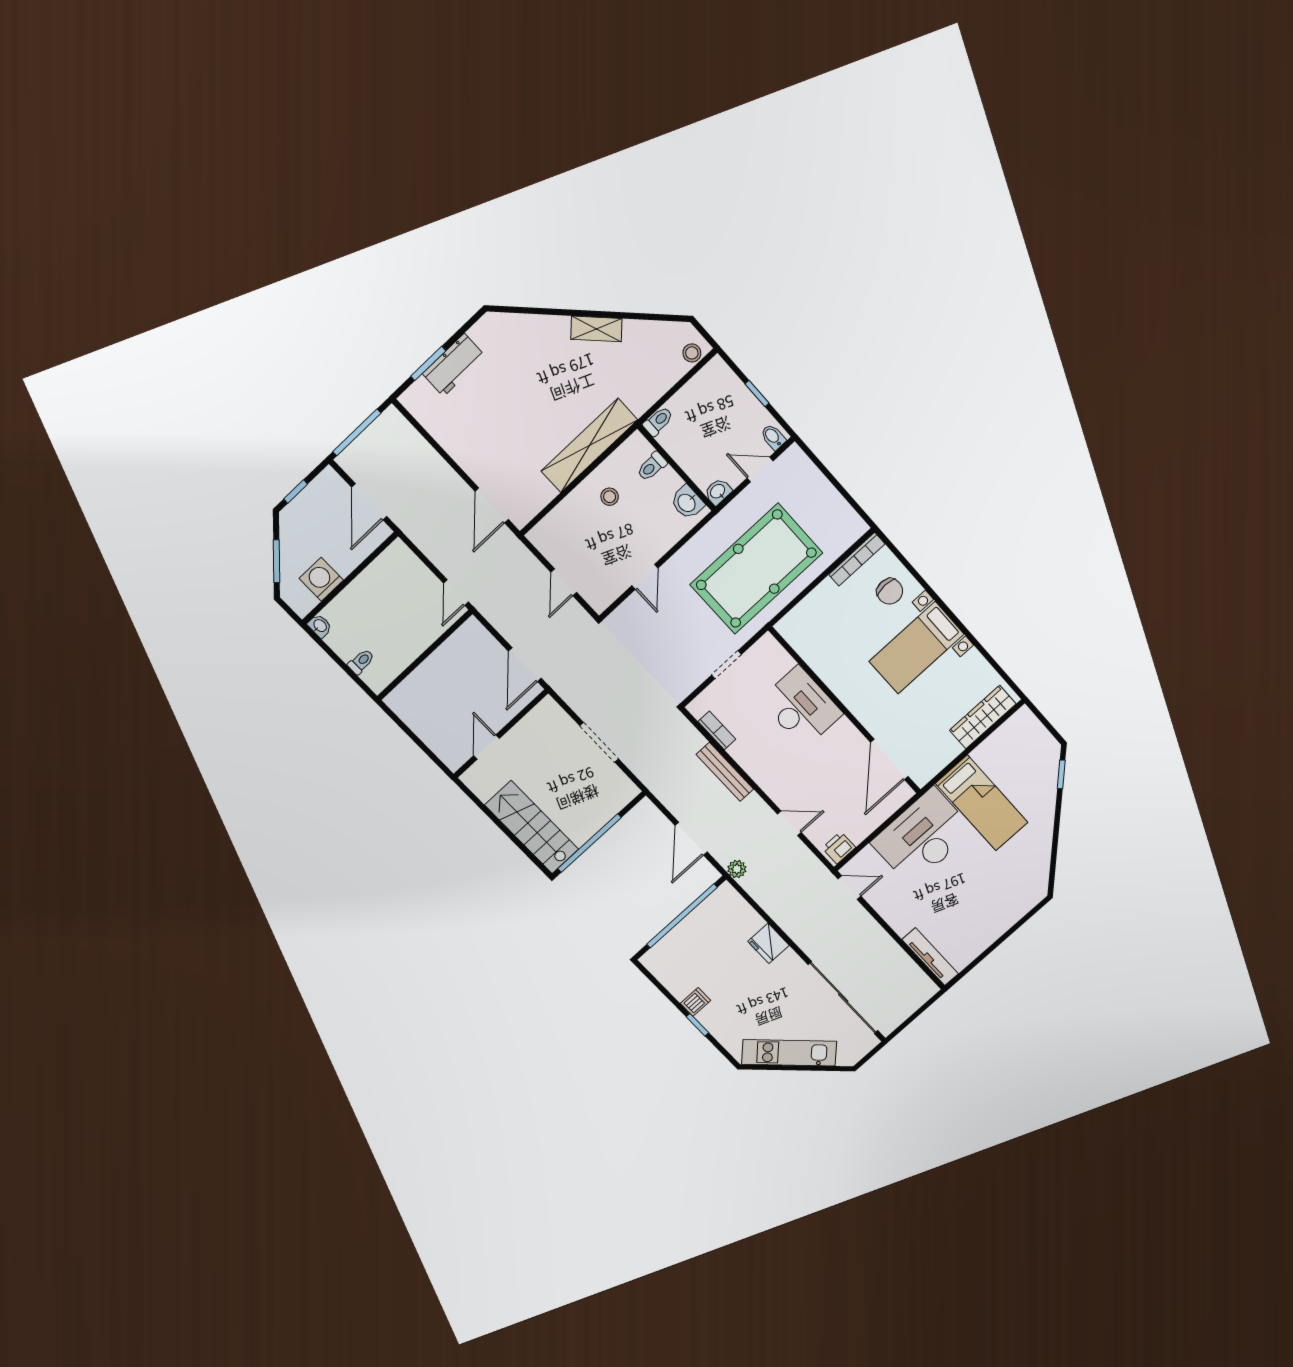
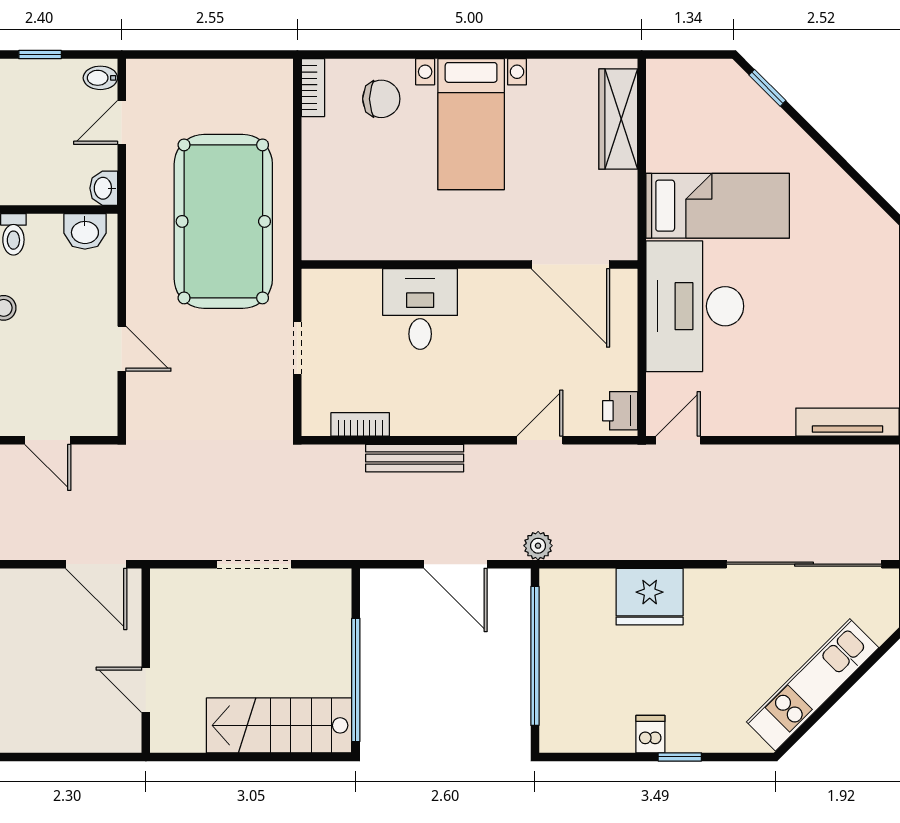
bookcase: (857, 559) -> (313, 88), width x0.64
desk: (801, 707) -> (420, 309), width x0.73
fridge: (768, 943) -> (650, 597), width x1.36, depth x1.34

